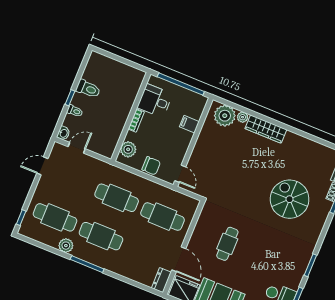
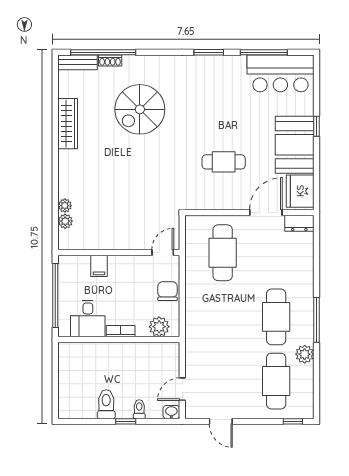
plant: (225, 116) -> (65, 221), width x0.53, depth x0.53
wardrobe: (266, 129) -> (68, 124), moved
door: (77, 148) -> (182, 389), hinge flipped
cafe table: (117, 198) -> (223, 317), removed

